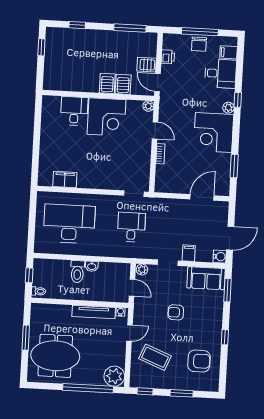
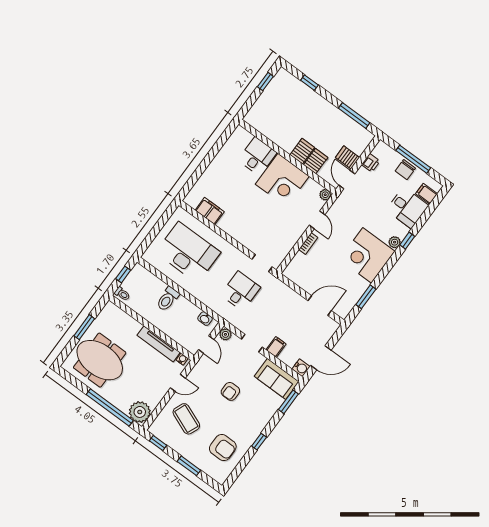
washbasin: (92, 266) -> (205, 319), moved
armchair: (176, 312) -> (230, 391), turned -90

